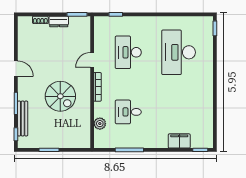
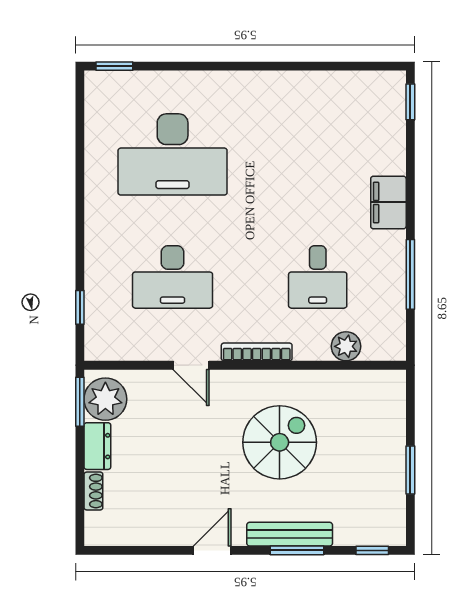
plant: (78, 25) -> (105, 399), added
bench: (23, 119) -> (290, 534), moved
filing cabinet: (179, 141) -> (388, 202), moved

